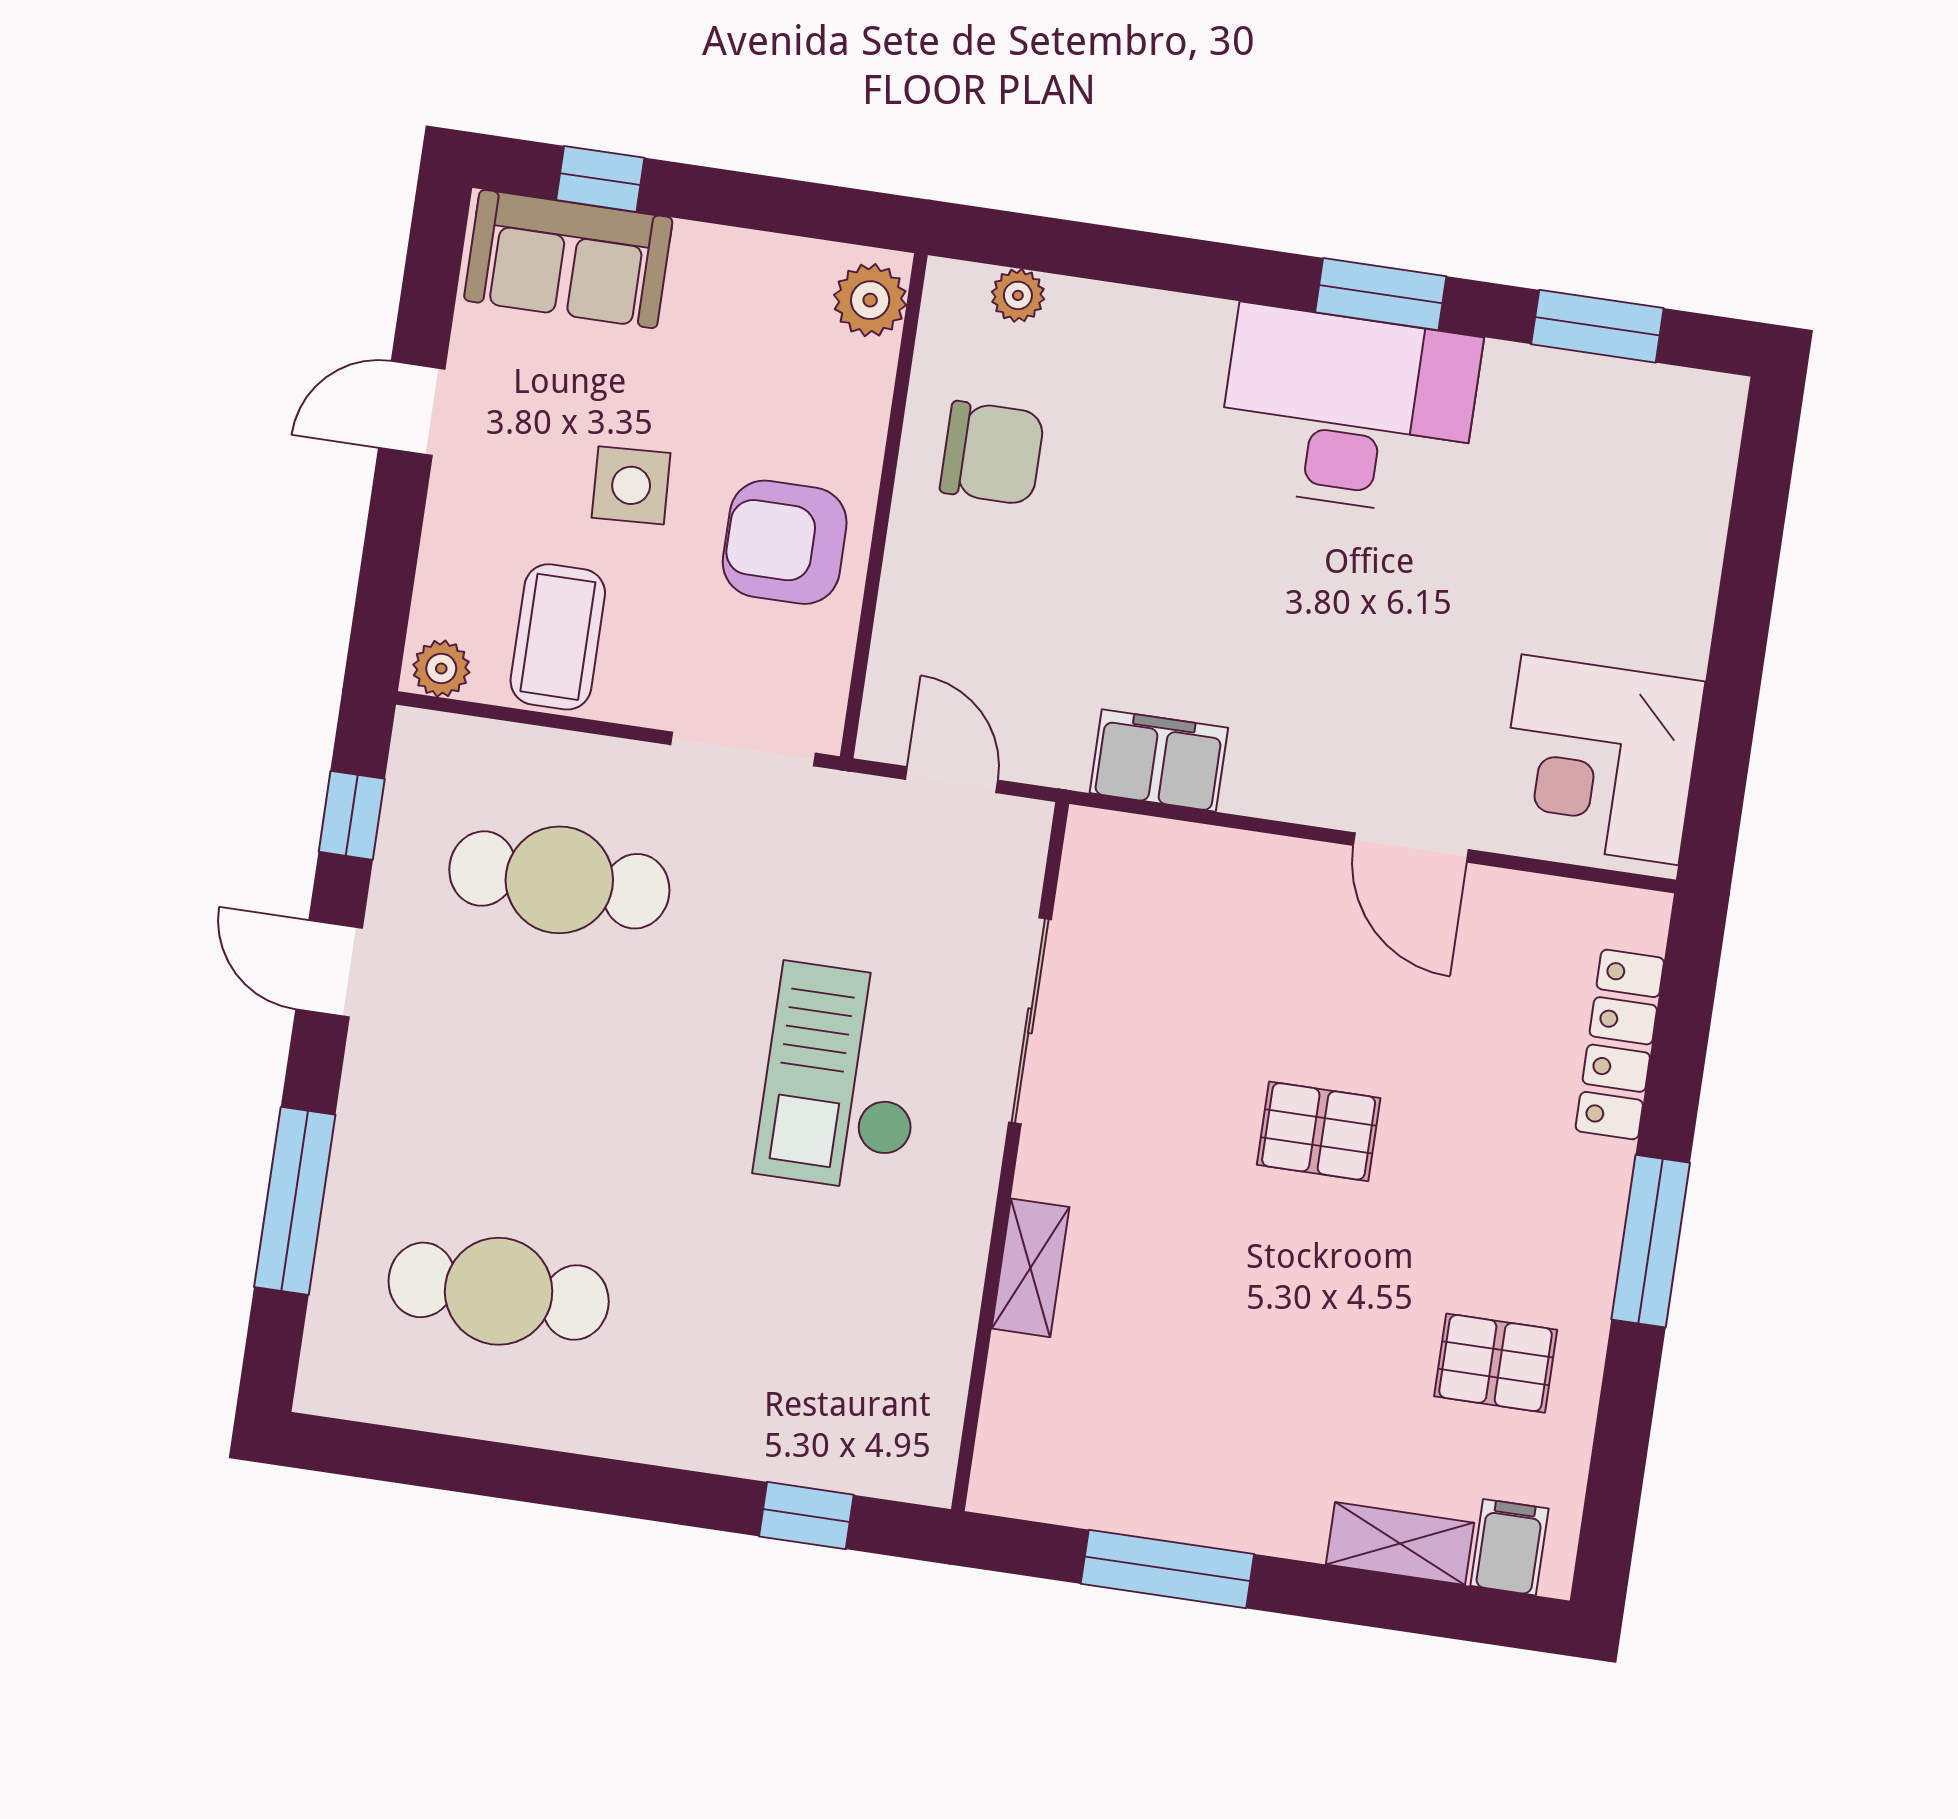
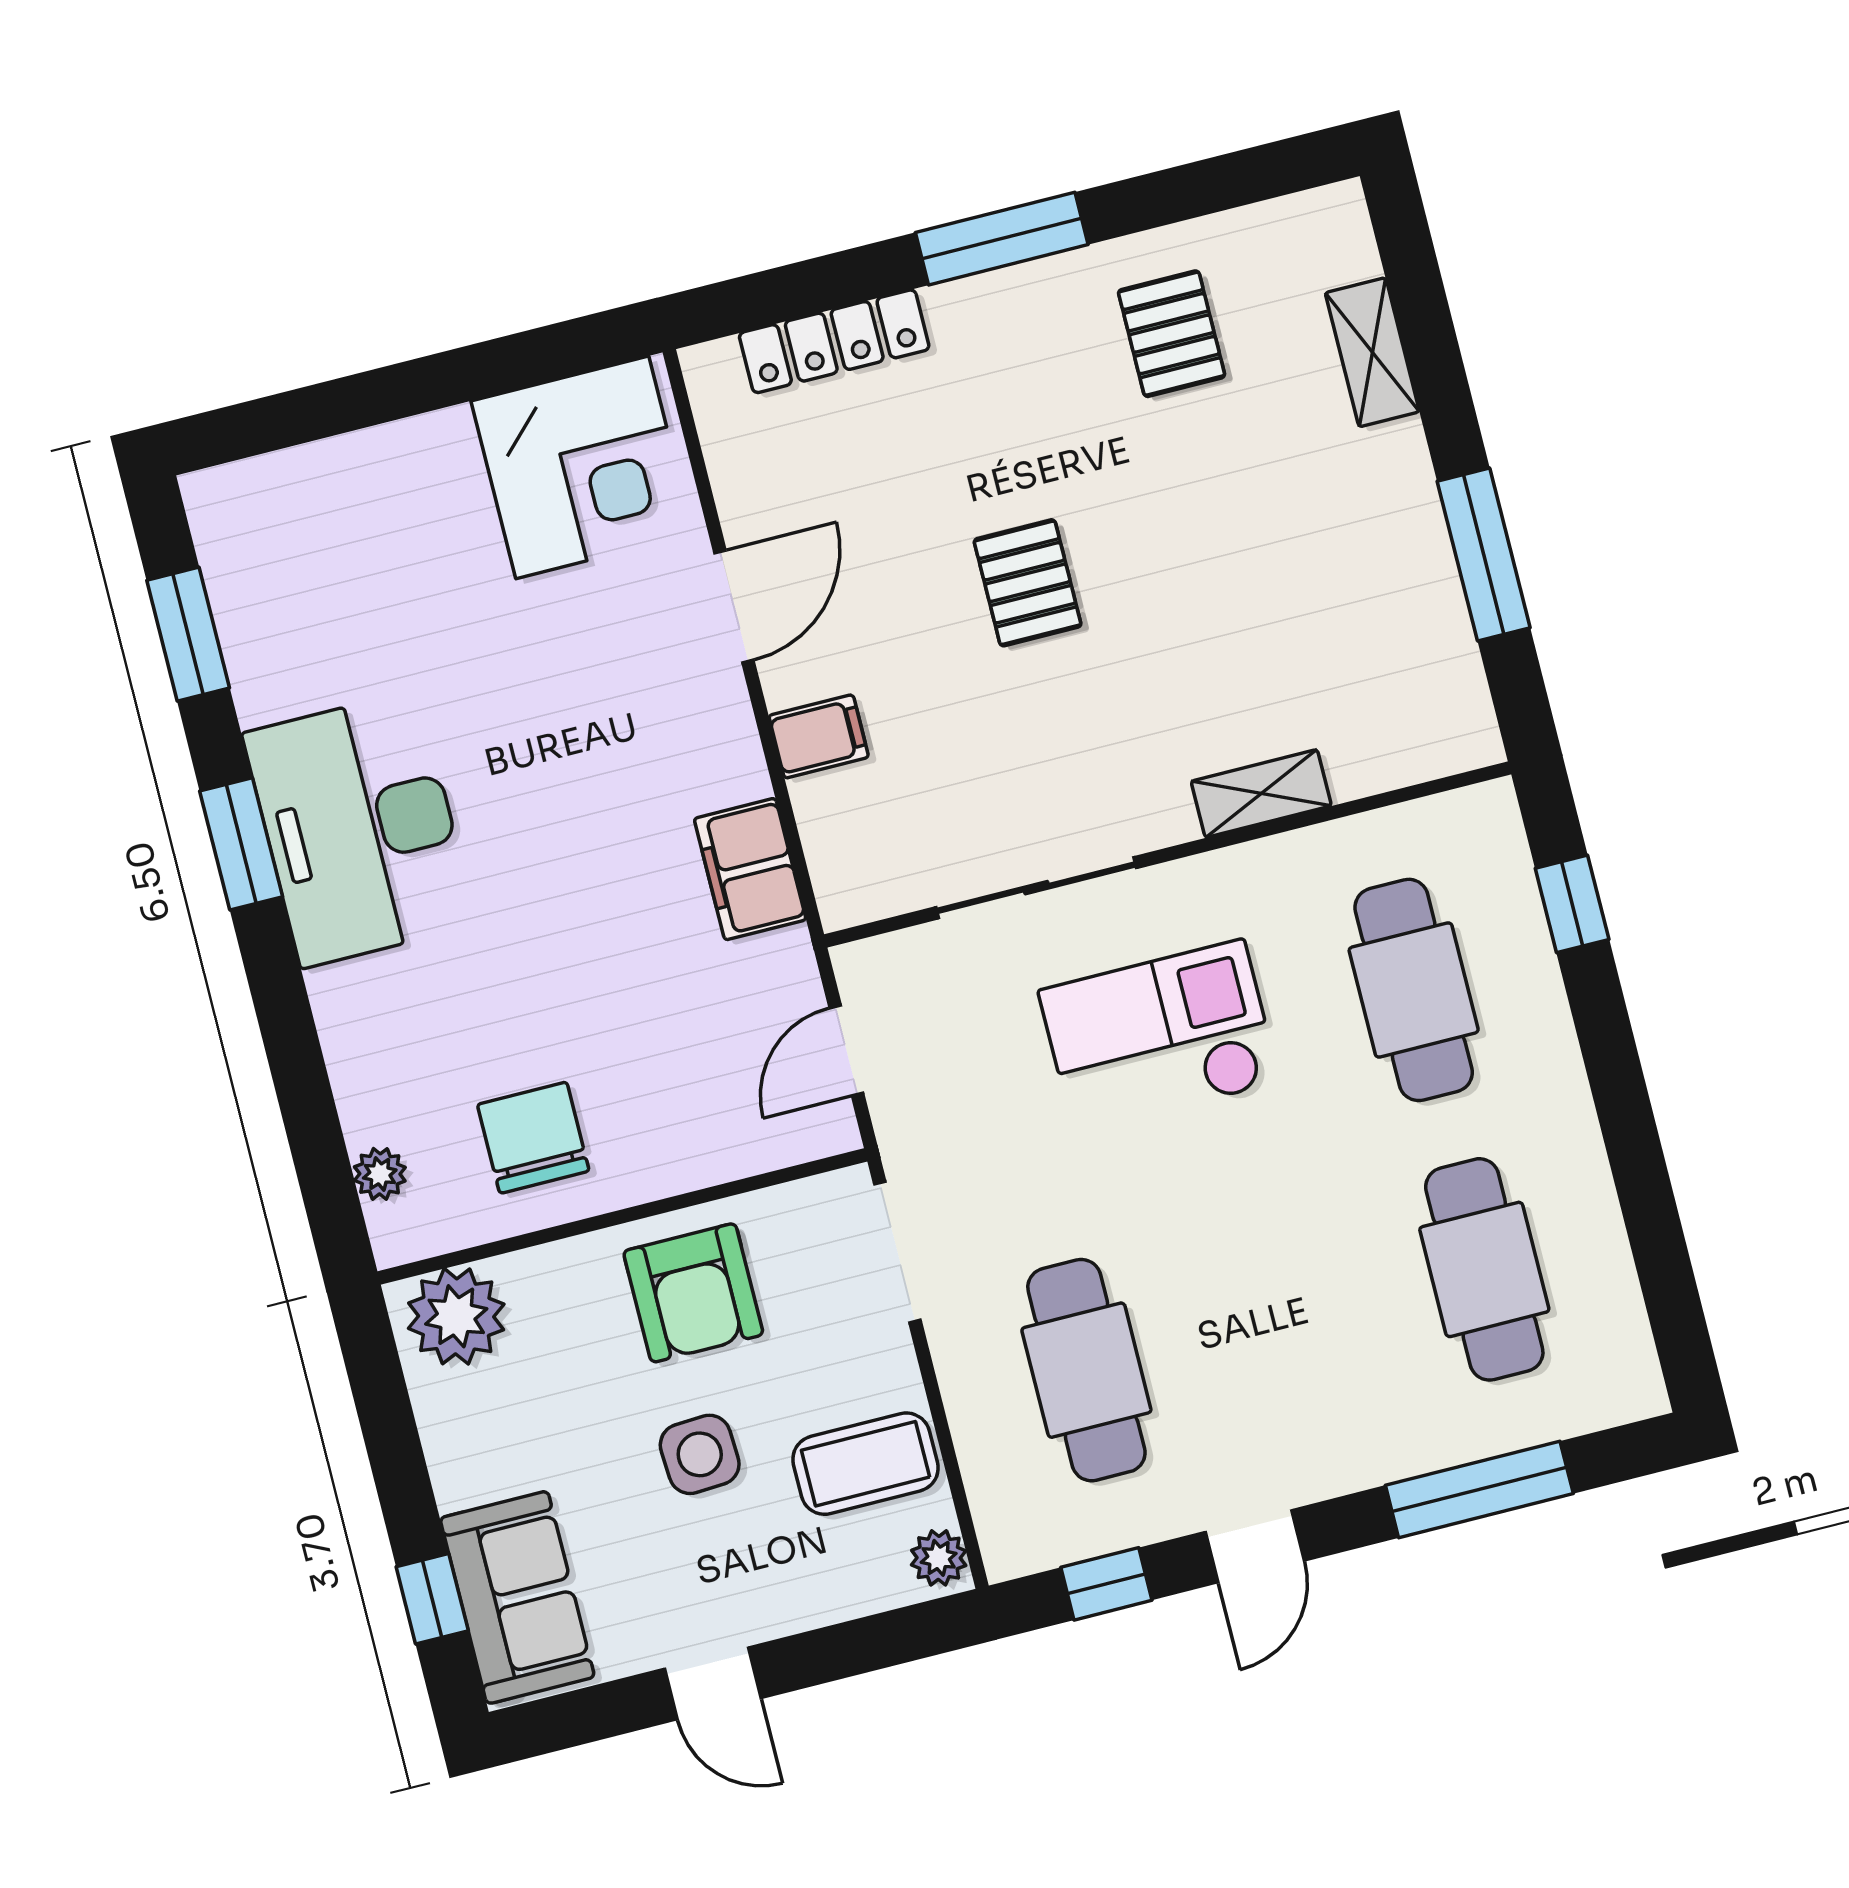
plant: (870, 300) -> (456, 1316), width x1.36, depth x1.36
checkout: (843, 1078) -> (1159, 1037), turned 180
cafe table: (787, 1334) -> (1414, 990), added
filing cabinet: (1509, 1547) -> (819, 736), moved, turned 180

